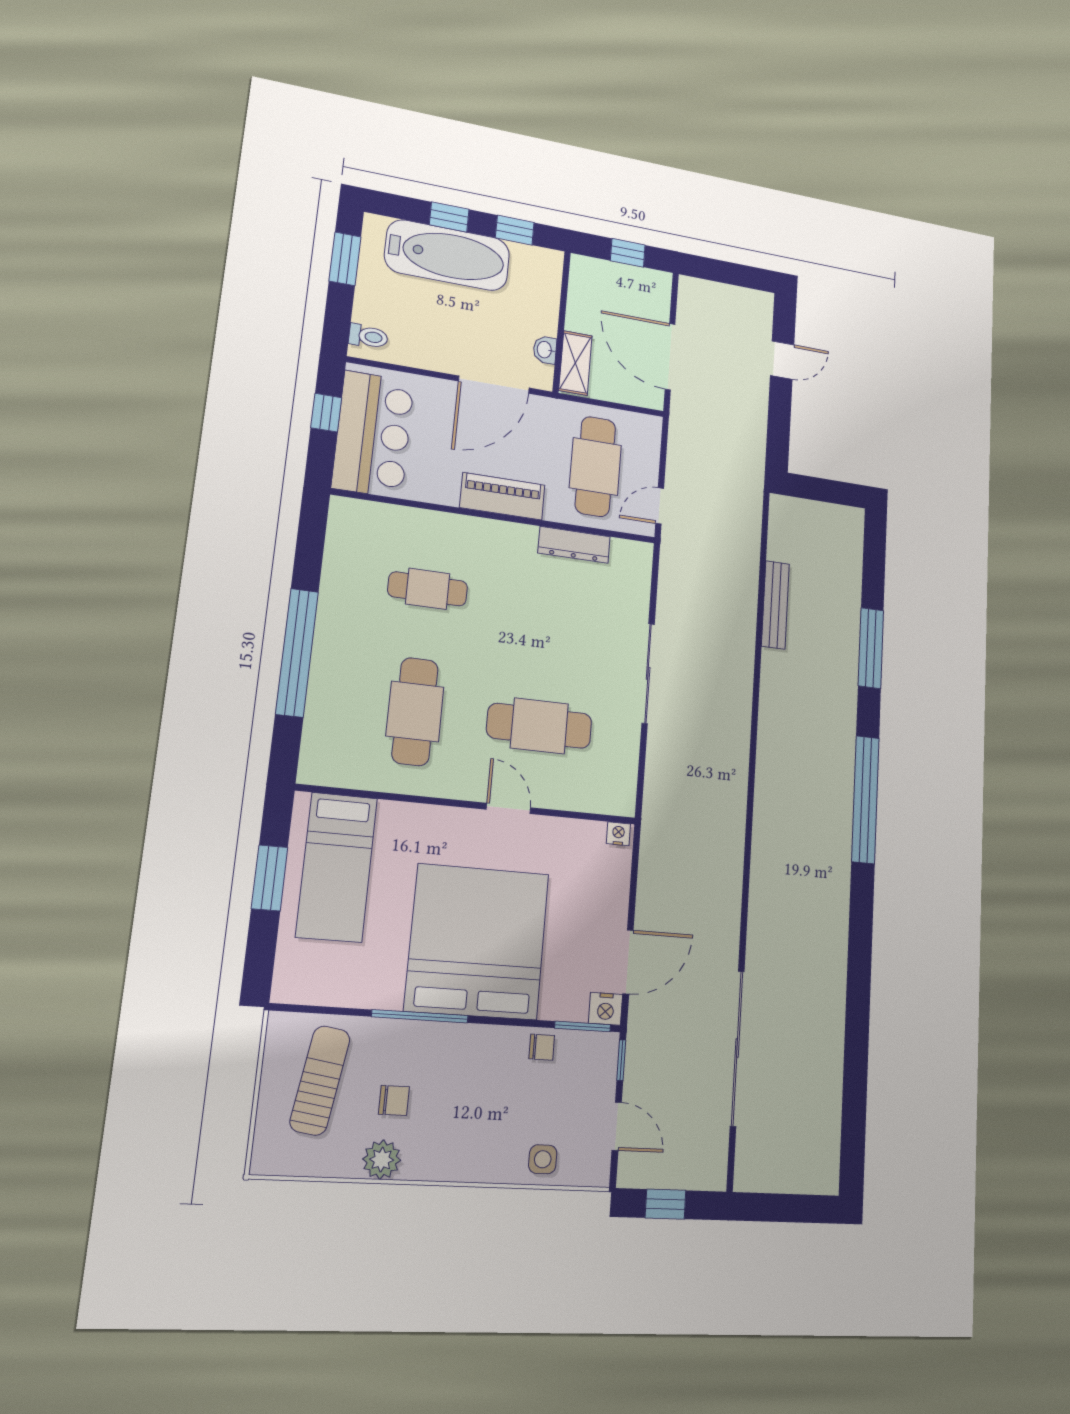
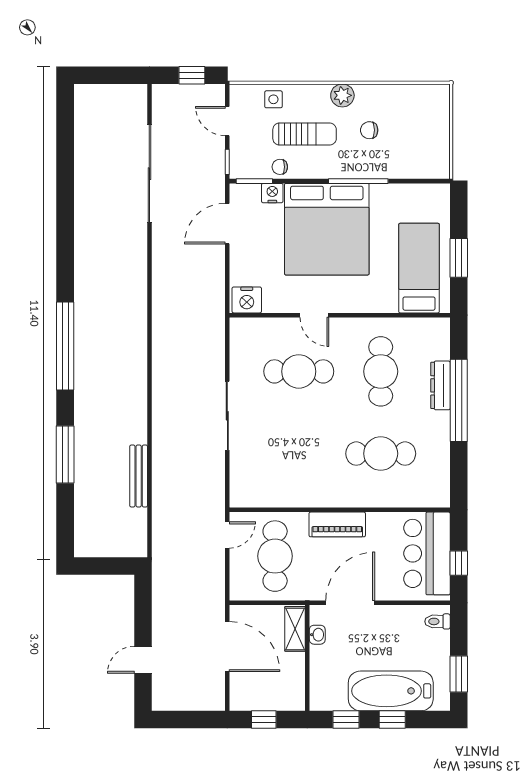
dresser: (574, 545) -> (440, 385), moved, turned -90
cafe table: (428, 589) -> (381, 454), width x1.37, depth x1.35
nightstand: (618, 834) -> (247, 300), width x1.89, depth x1.79
nightstand: (606, 1009) -> (272, 193), moved
sun lounger: (320, 1080) -> (305, 134), moved, turned -99
plant: (382, 1160) -> (342, 95), moved

